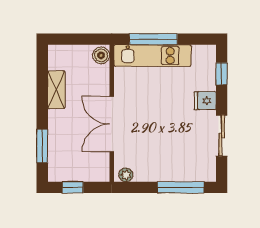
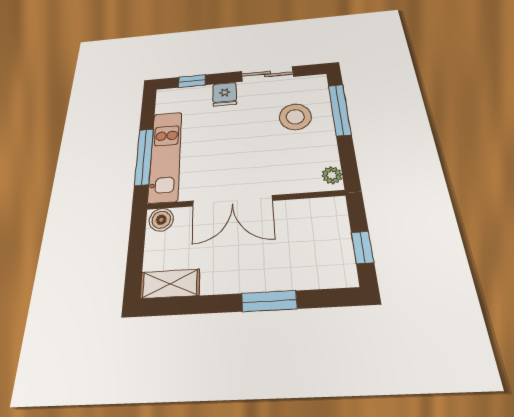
shelving: (56, 90) -> (170, 284), moved
double door: (112, 124) -> (232, 201), moved
window: (42, 146) -> (269, 301), moved
stool: (178, 154) -> (295, 117), added

